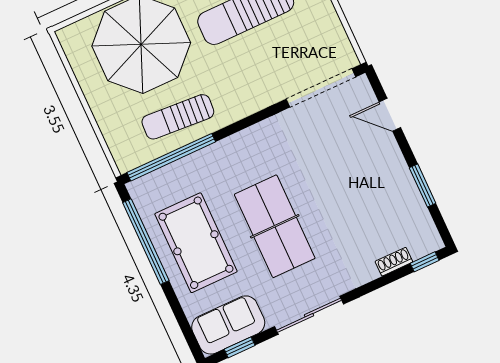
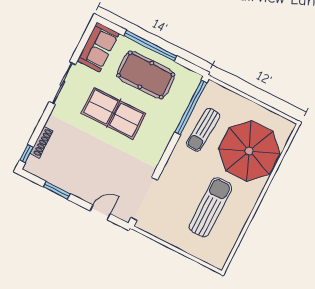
sun lounger: (178, 117) -> (203, 130), turned 180
window: (146, 242) -> (150, 46), moved
shoe rack: (394, 262) -> (42, 142), width x1.43
window: (240, 347) -> (84, 41), removed

